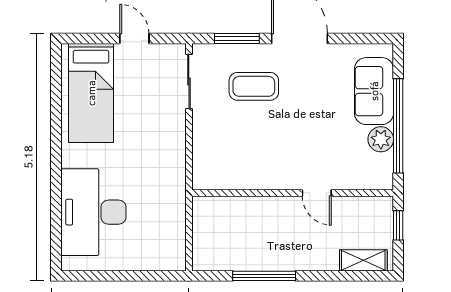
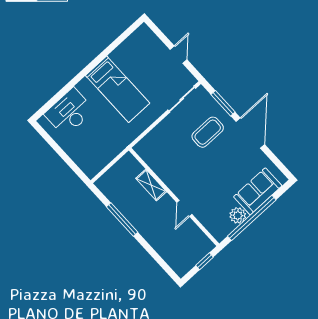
coffee table: (254, 86) -> (208, 132), turned 90
bed: (91, 93) -> (118, 89), moved, turned -90
desk: (93, 212) -> (69, 112), width x0.73, depth x0.77
shelving: (363, 260) -> (151, 185), moved

